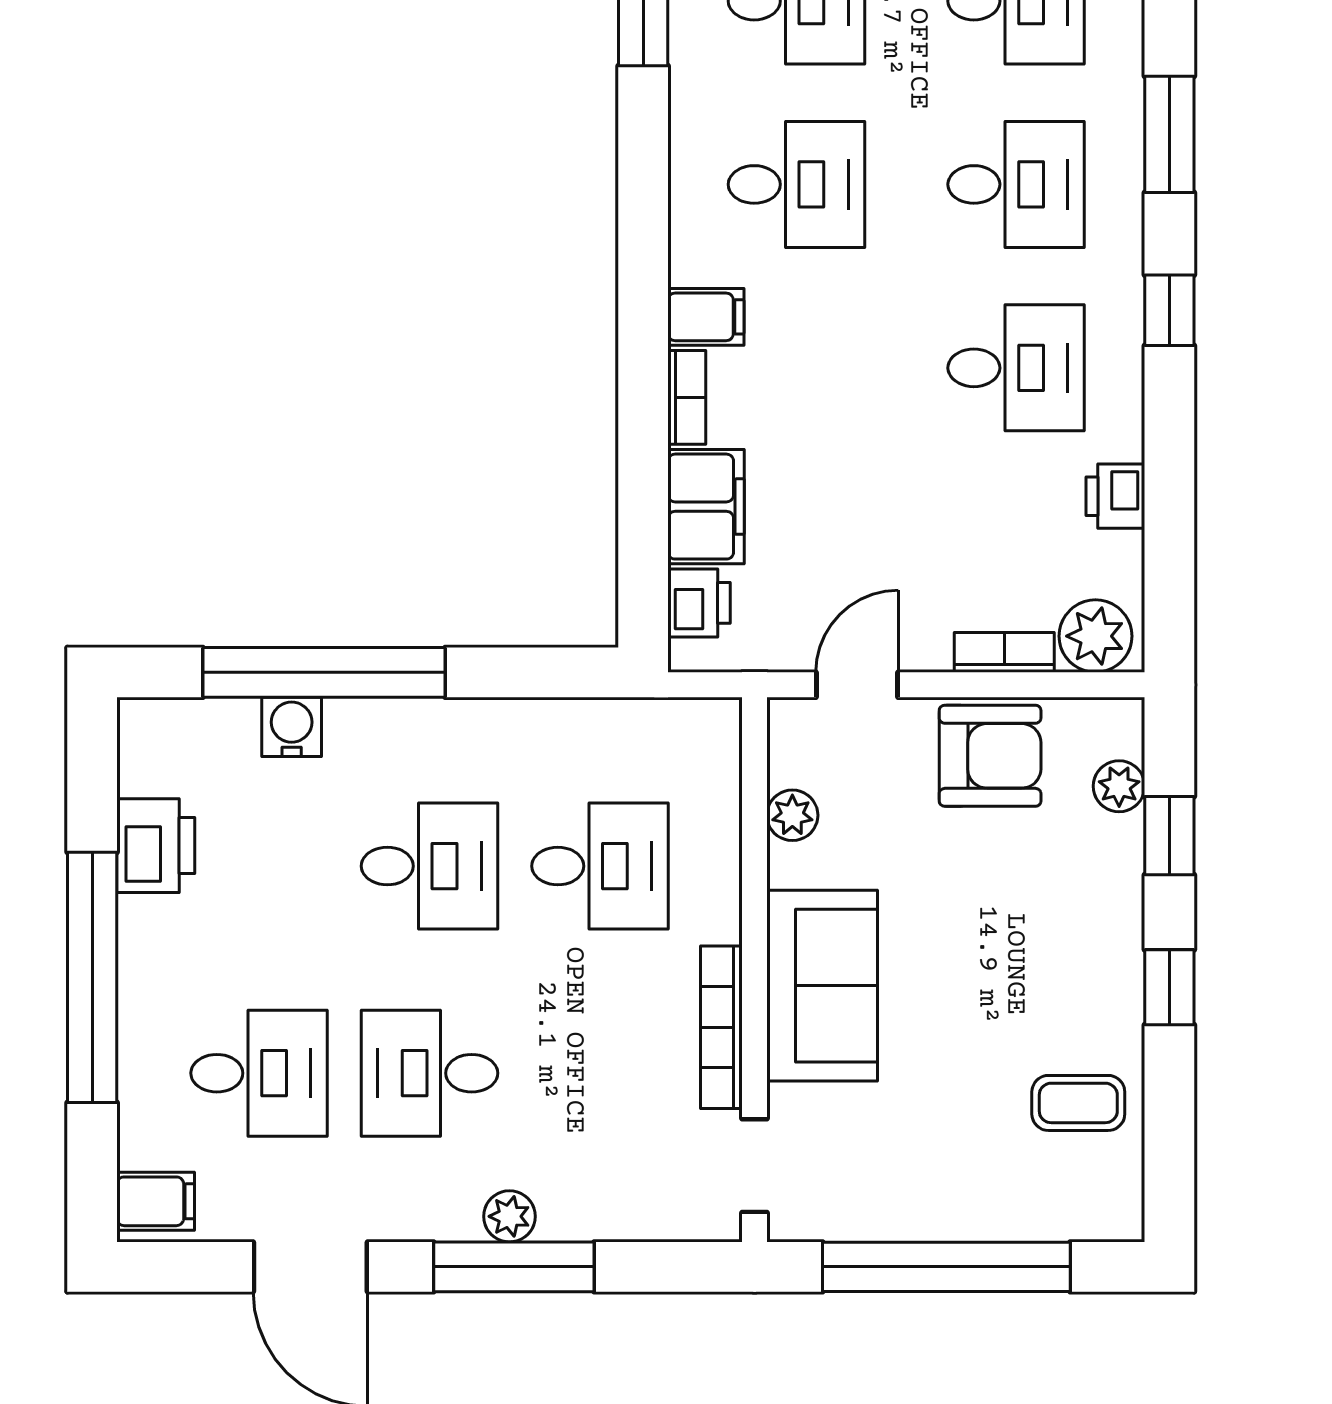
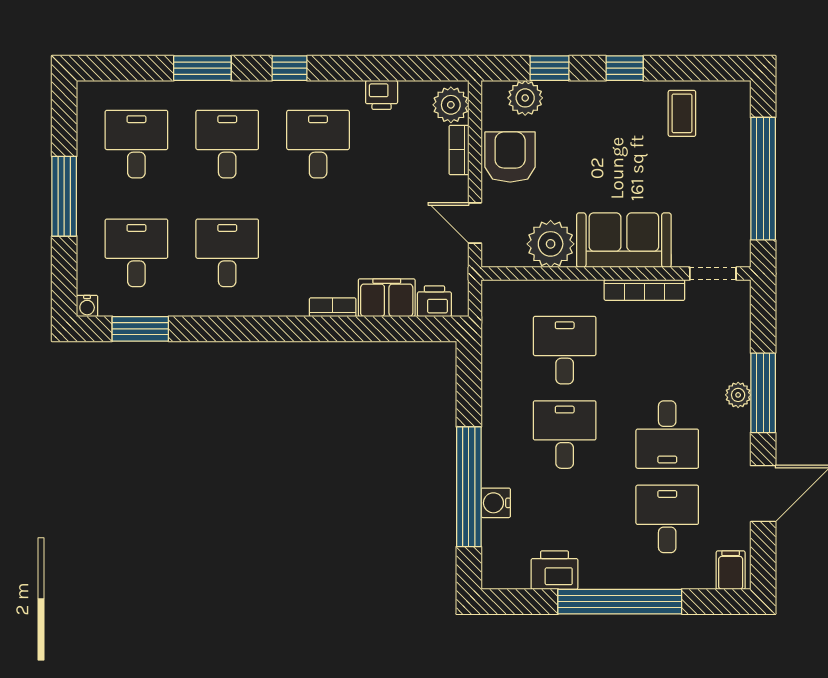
filing cabinet: (706, 317) -> (293, 298), removed
plant: (1119, 786) -> (525, 98), width x1.38, depth x1.38
plant: (792, 815) -> (551, 244), width x1.88, depth x1.88

